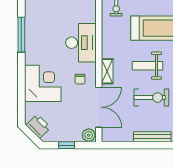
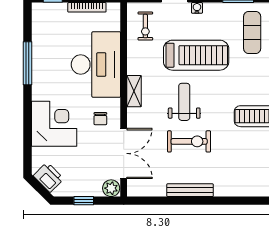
desk: (81, 43) -> (96, 65), width x1.36, depth x1.30
weight bench: (147, 66) -> (184, 102), turned 90
shelving: (107, 71) -> (134, 91), moved

